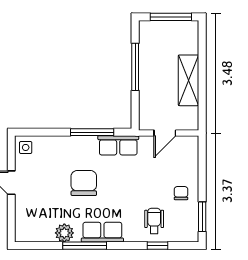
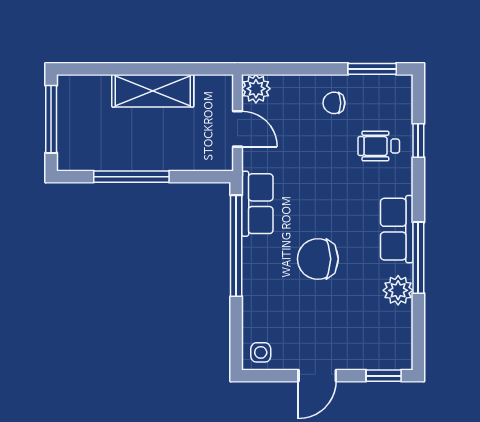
window: (92, 132) -> (236, 246), width x1.46
plant: (190, 145) -> (256, 89), added
window: (11, 224) -> (384, 376), added

